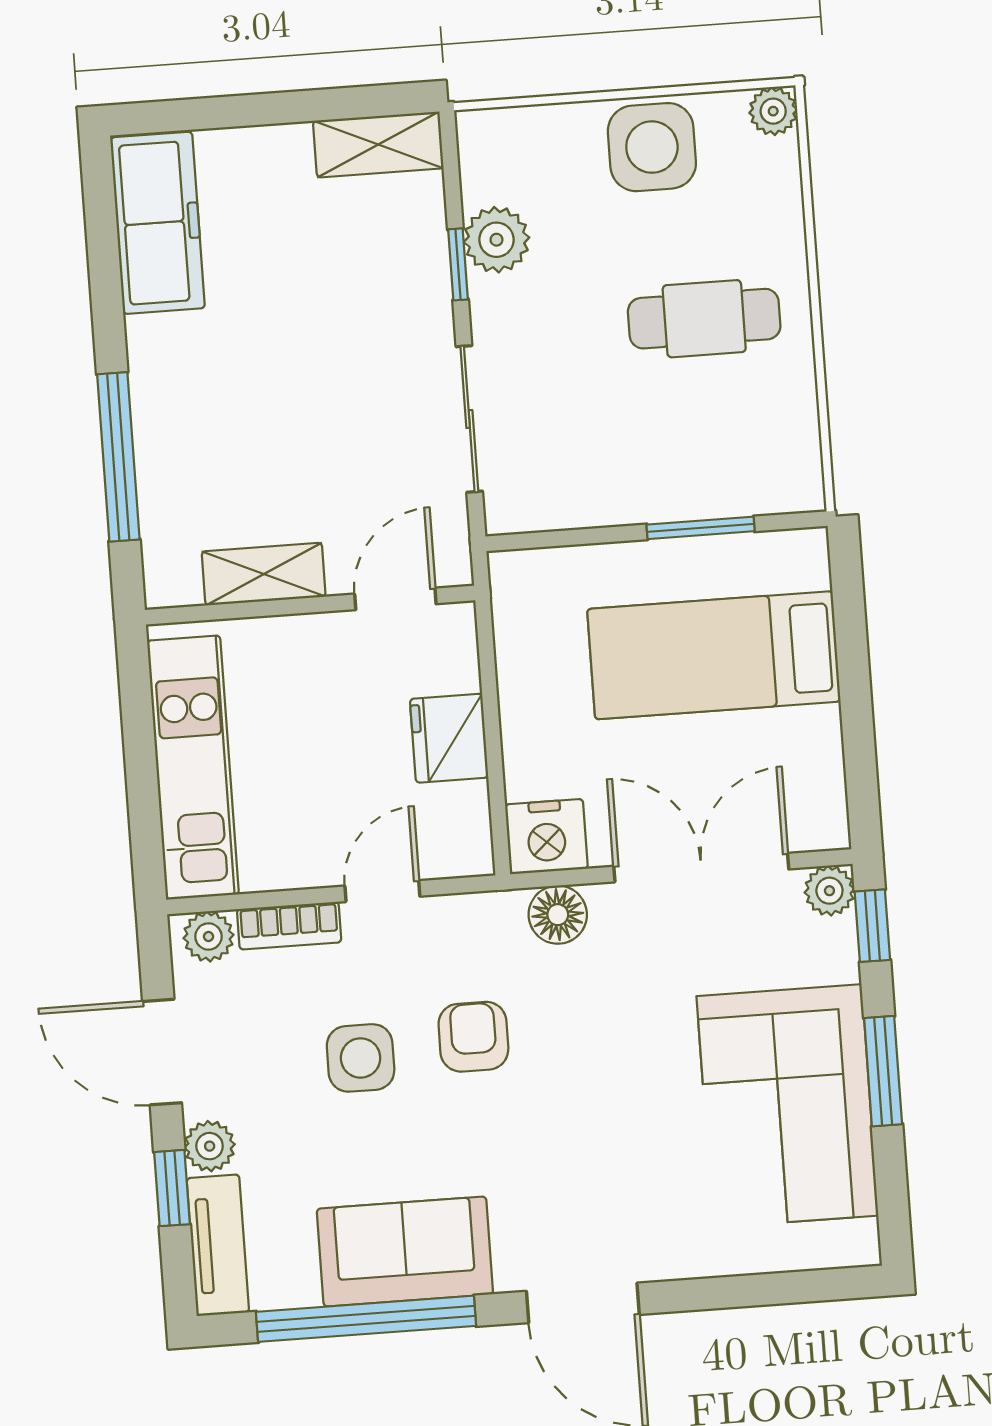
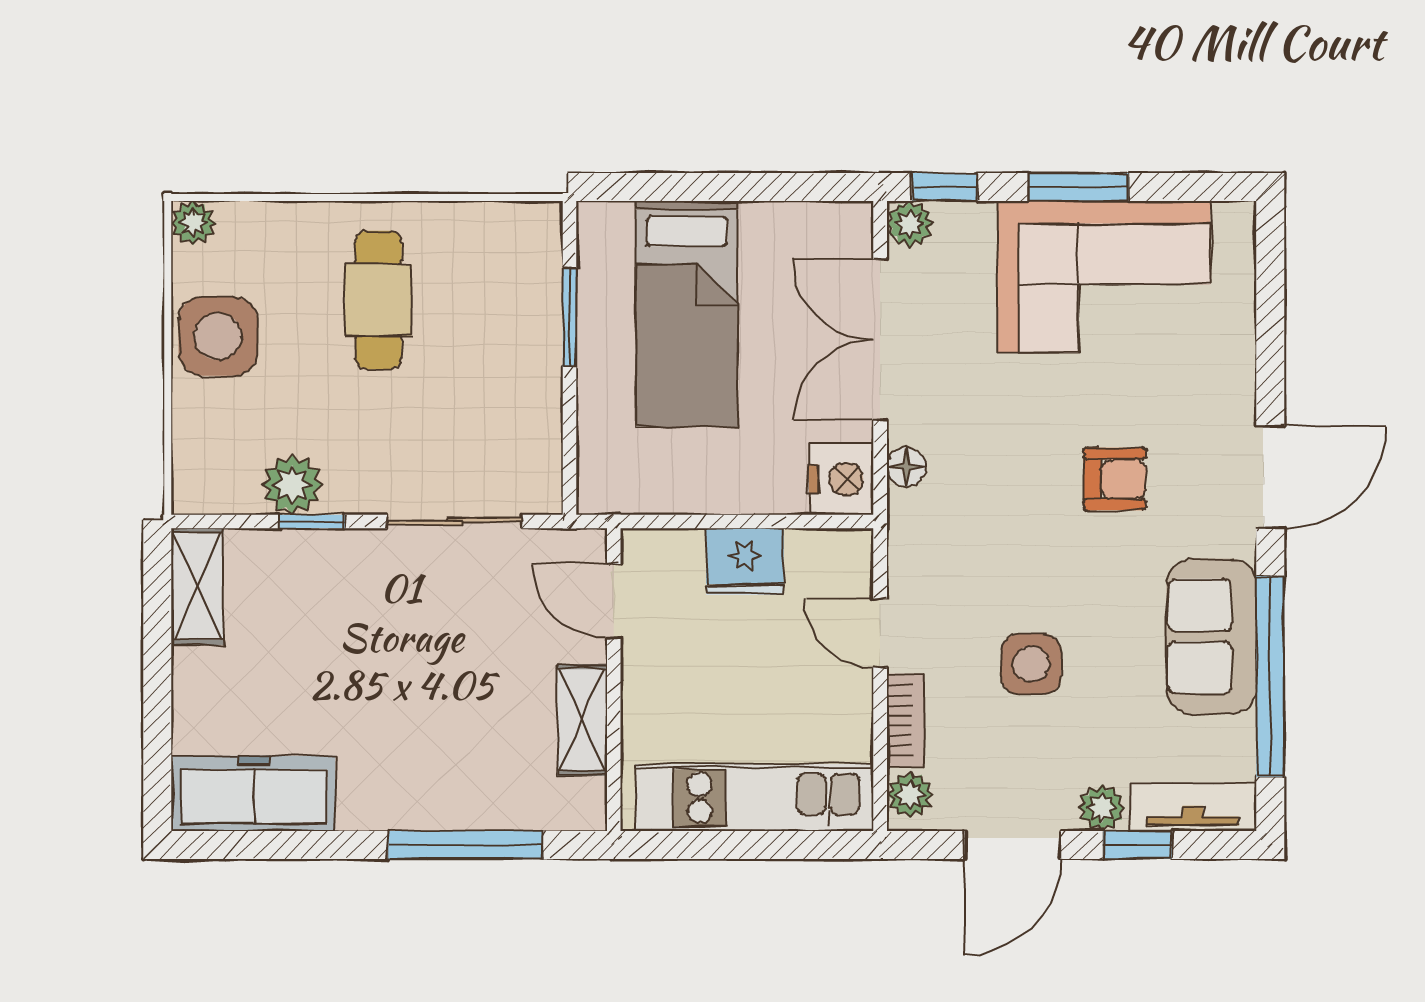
floor lamp: (558, 915) -> (906, 467), width x0.73, depth x0.73
armchair: (473, 1037) -> (1115, 479), moved, turned 180

